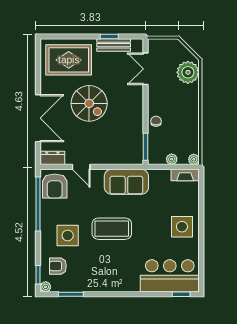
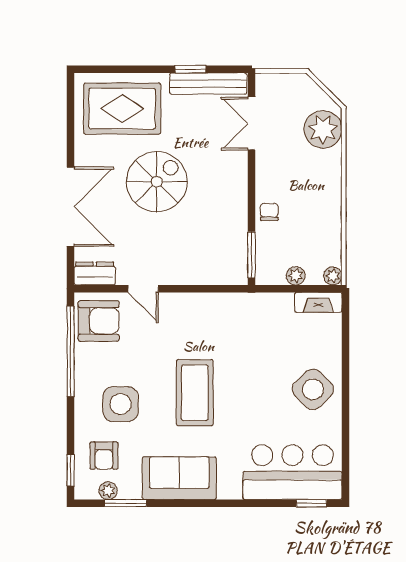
bench: (114, 45) -> (208, 84), width x1.36
spiral stairs: (89, 103) -> (157, 182), turned -90
sofa: (126, 182) -> (179, 478), moved, turned 180
armchair: (55, 186) -> (99, 321), turned -90
side table: (182, 227) -> (313, 389), turned 45
coffee table: (112, 229) -> (195, 393), turned 90
armchair: (58, 266) -> (104, 456), turned -90
plant: (46, 287) -> (108, 491), moved

